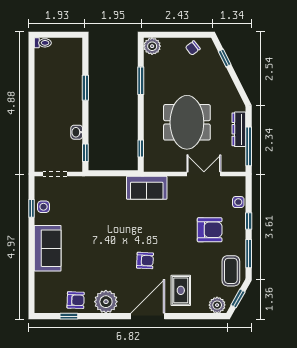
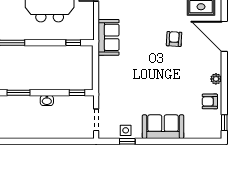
washbasin: (77, 132) -> (47, 100), moved
armchair: (76, 300) -> (210, 101), turned -92
plant: (106, 302) -> (216, 79), width x0.53, depth x0.53
window: (69, 316) -> (224, 123), moved

